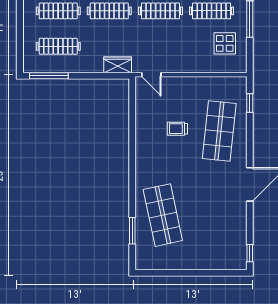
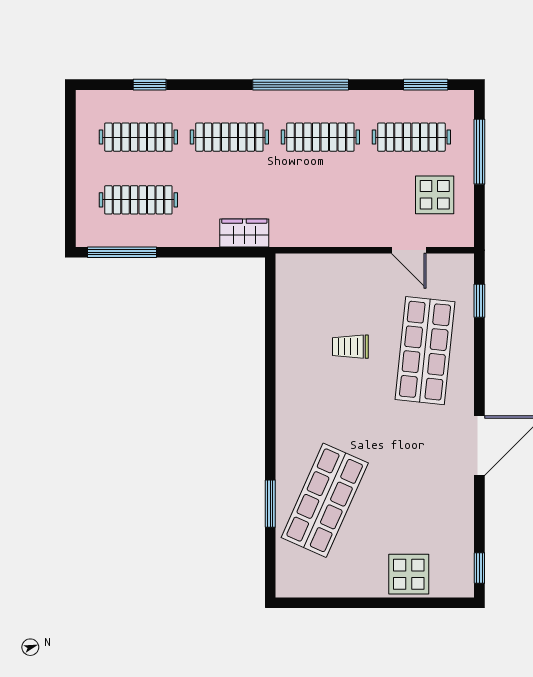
door: (151, 75) -> (409, 250), moved
shop shelf: (163, 215) -> (325, 500), turned 36
window: (132, 231) -> (270, 504), moved
display table: (210, 257) -> (409, 574), added

